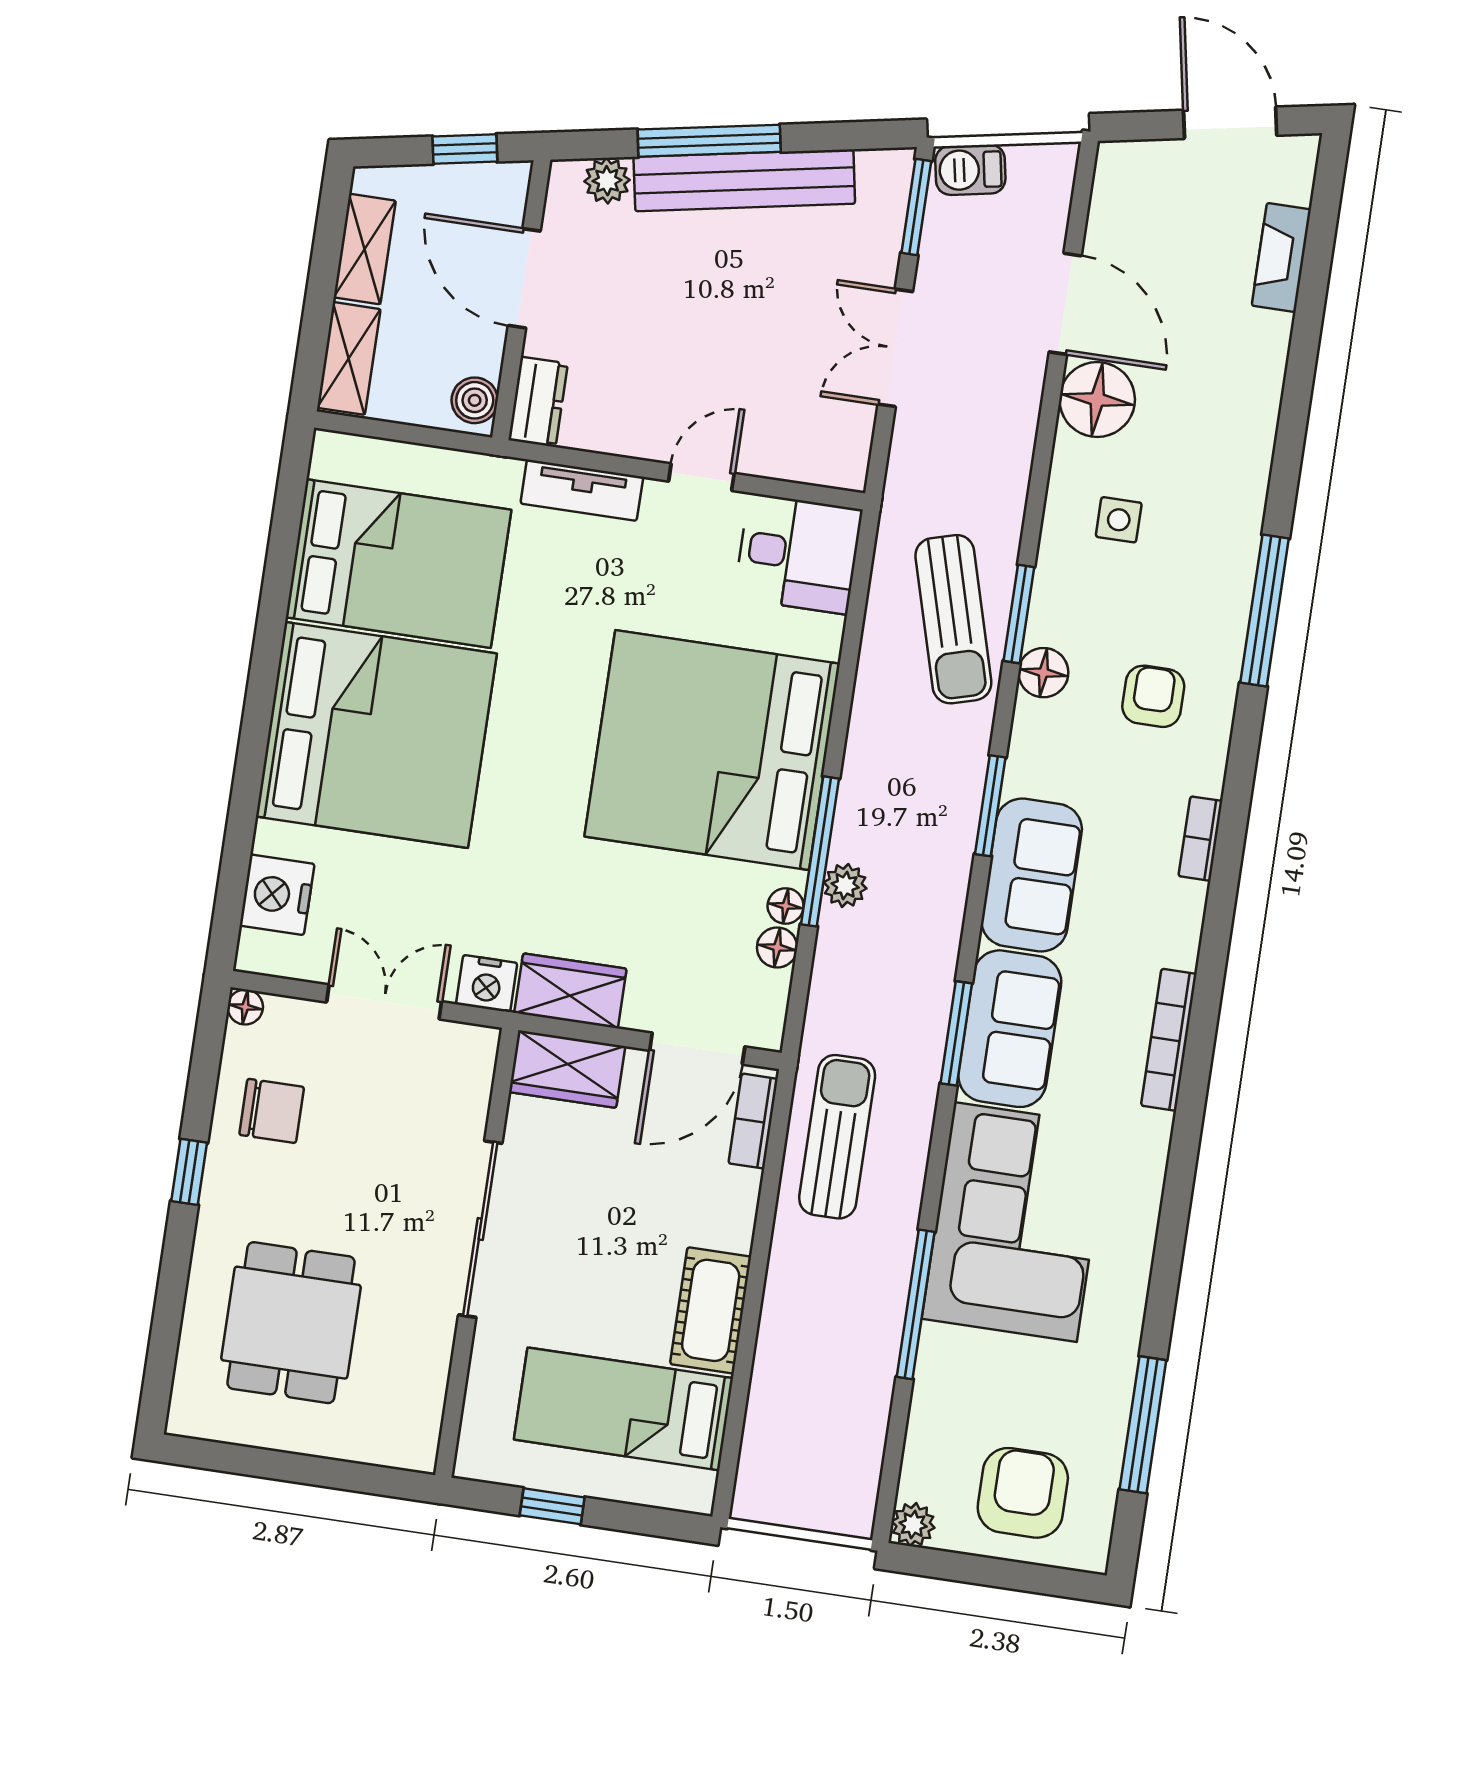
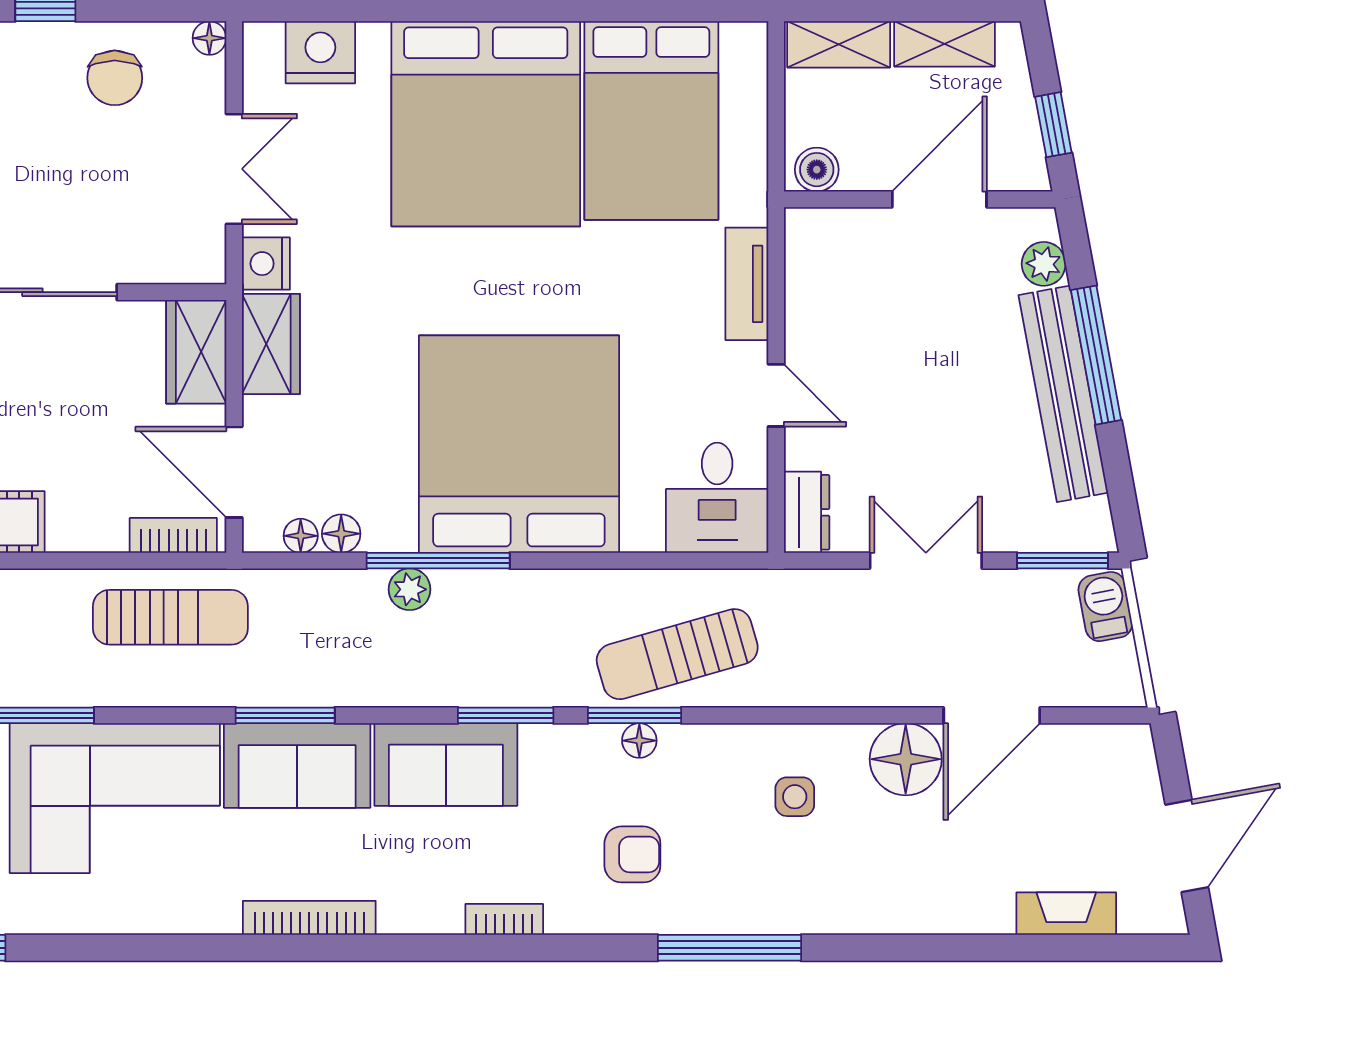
dresser: (538, 402) -> (807, 512), moved, turned -90
window: (1019, 614) -> (635, 715), moved
floor lamp: (1043, 673) -> (639, 741), width x0.73, depth x0.73
floor lamp: (786, 906) -> (301, 536), moved

